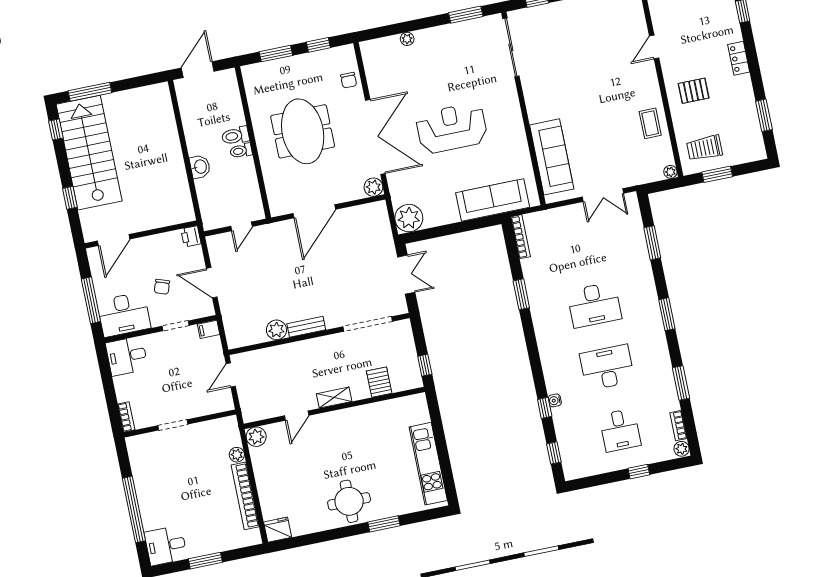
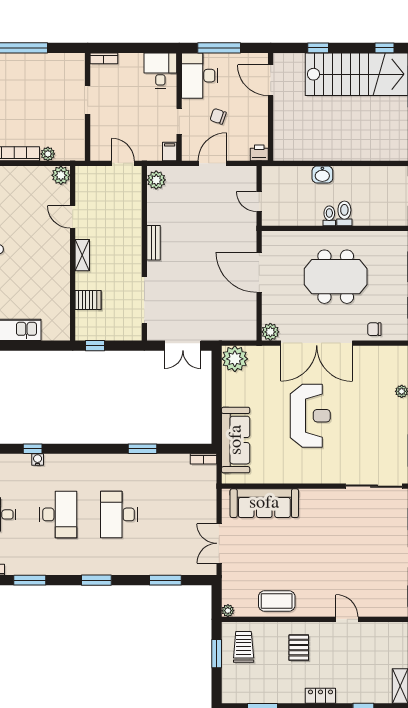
coffee table: (650, 123) -> (277, 601), width x1.36, depth x1.30
bookcase: (521, 237) -> (204, 459), width x0.64
plant: (276, 330) -> (156, 180), moved

